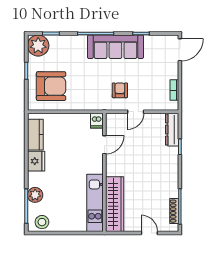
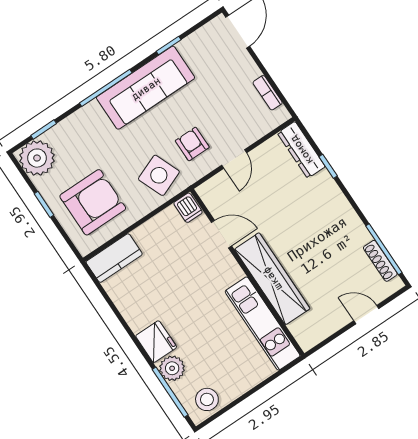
side table: (93, 95) -> (159, 175), added
kitchen counter: (35, 135) -> (114, 258), moved, turned 90
door: (104, 145) -> (222, 234), hinge flipped
fridge: (36, 161) -> (156, 342), moved
wardrobe: (115, 204) -> (272, 279), moved

